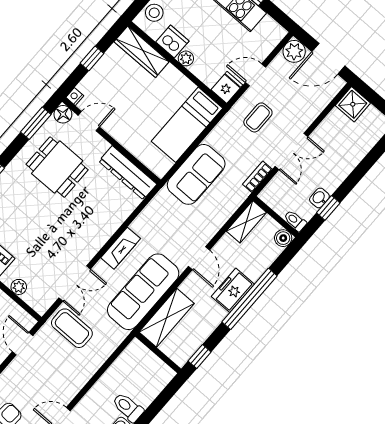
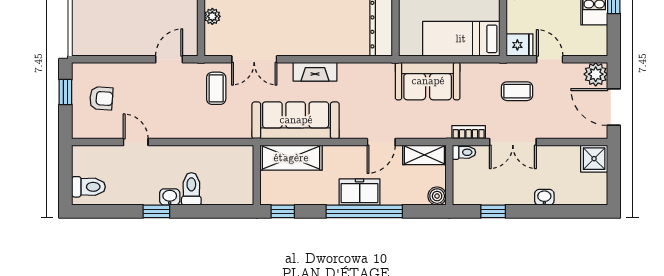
washbasin: (319, 198) -> (544, 197), moved
toilet: (295, 221) -> (464, 152), moved, turned 90
door: (199, 258) -> (381, 142), moved
coffee table: (72, 328) -> (216, 88), width x0.73, depth x0.77

